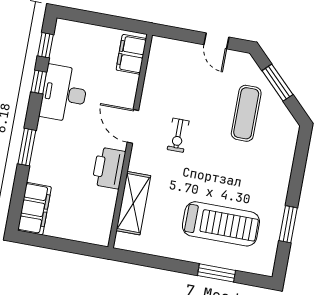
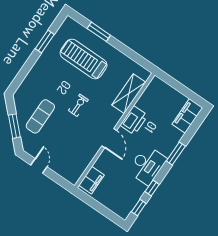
desk: (64, 94) -> (147, 165), moved
exercise bike: (178, 135) -> (78, 105), moved

